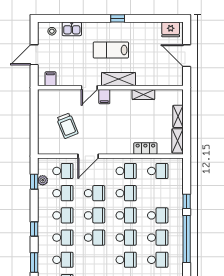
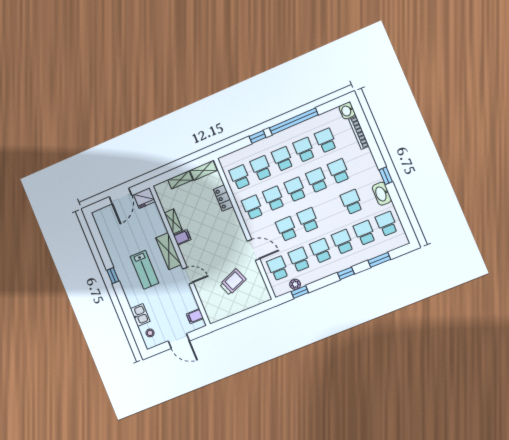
fridge: (171, 29) -> (144, 198), moved, turned 90
filing cabinet: (104, 97) -> (182, 237), moved
school desk: (158, 193) -> (261, 168), added
school desk: (95, 238) -> (352, 202), moved

